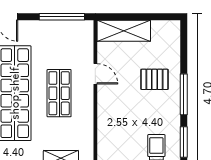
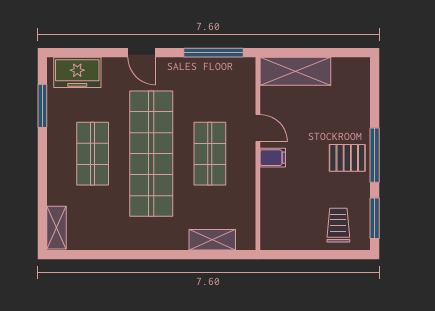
pallet: (154, 79) -> (347, 158), moved
filing cabinet: (107, 96) -> (273, 158), added

